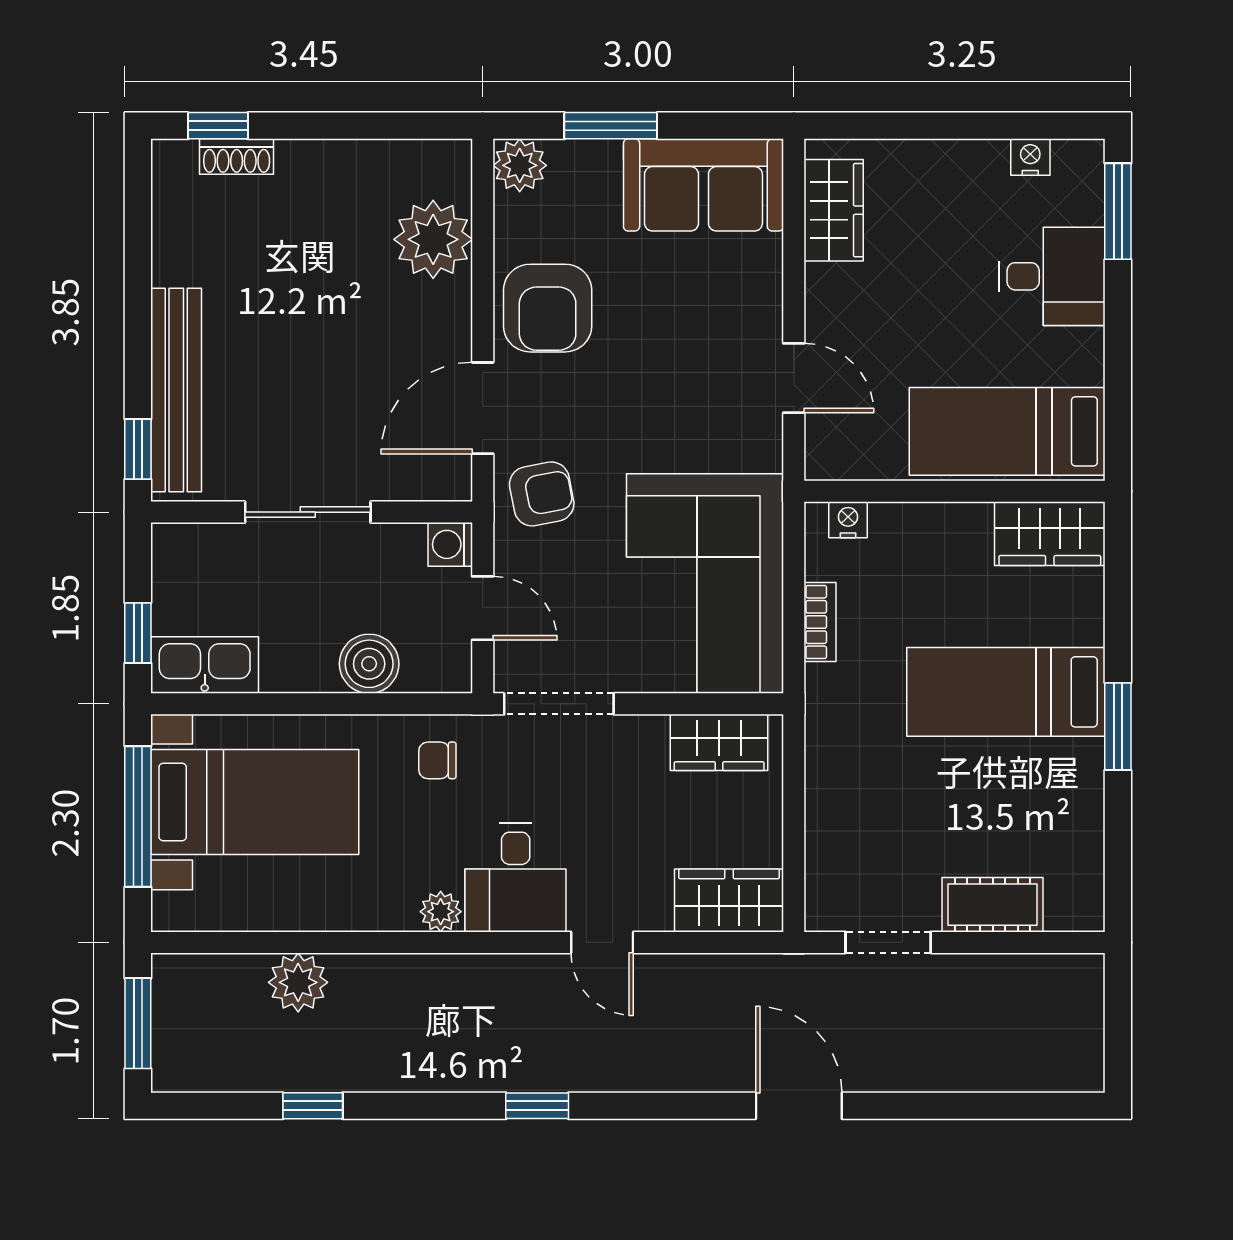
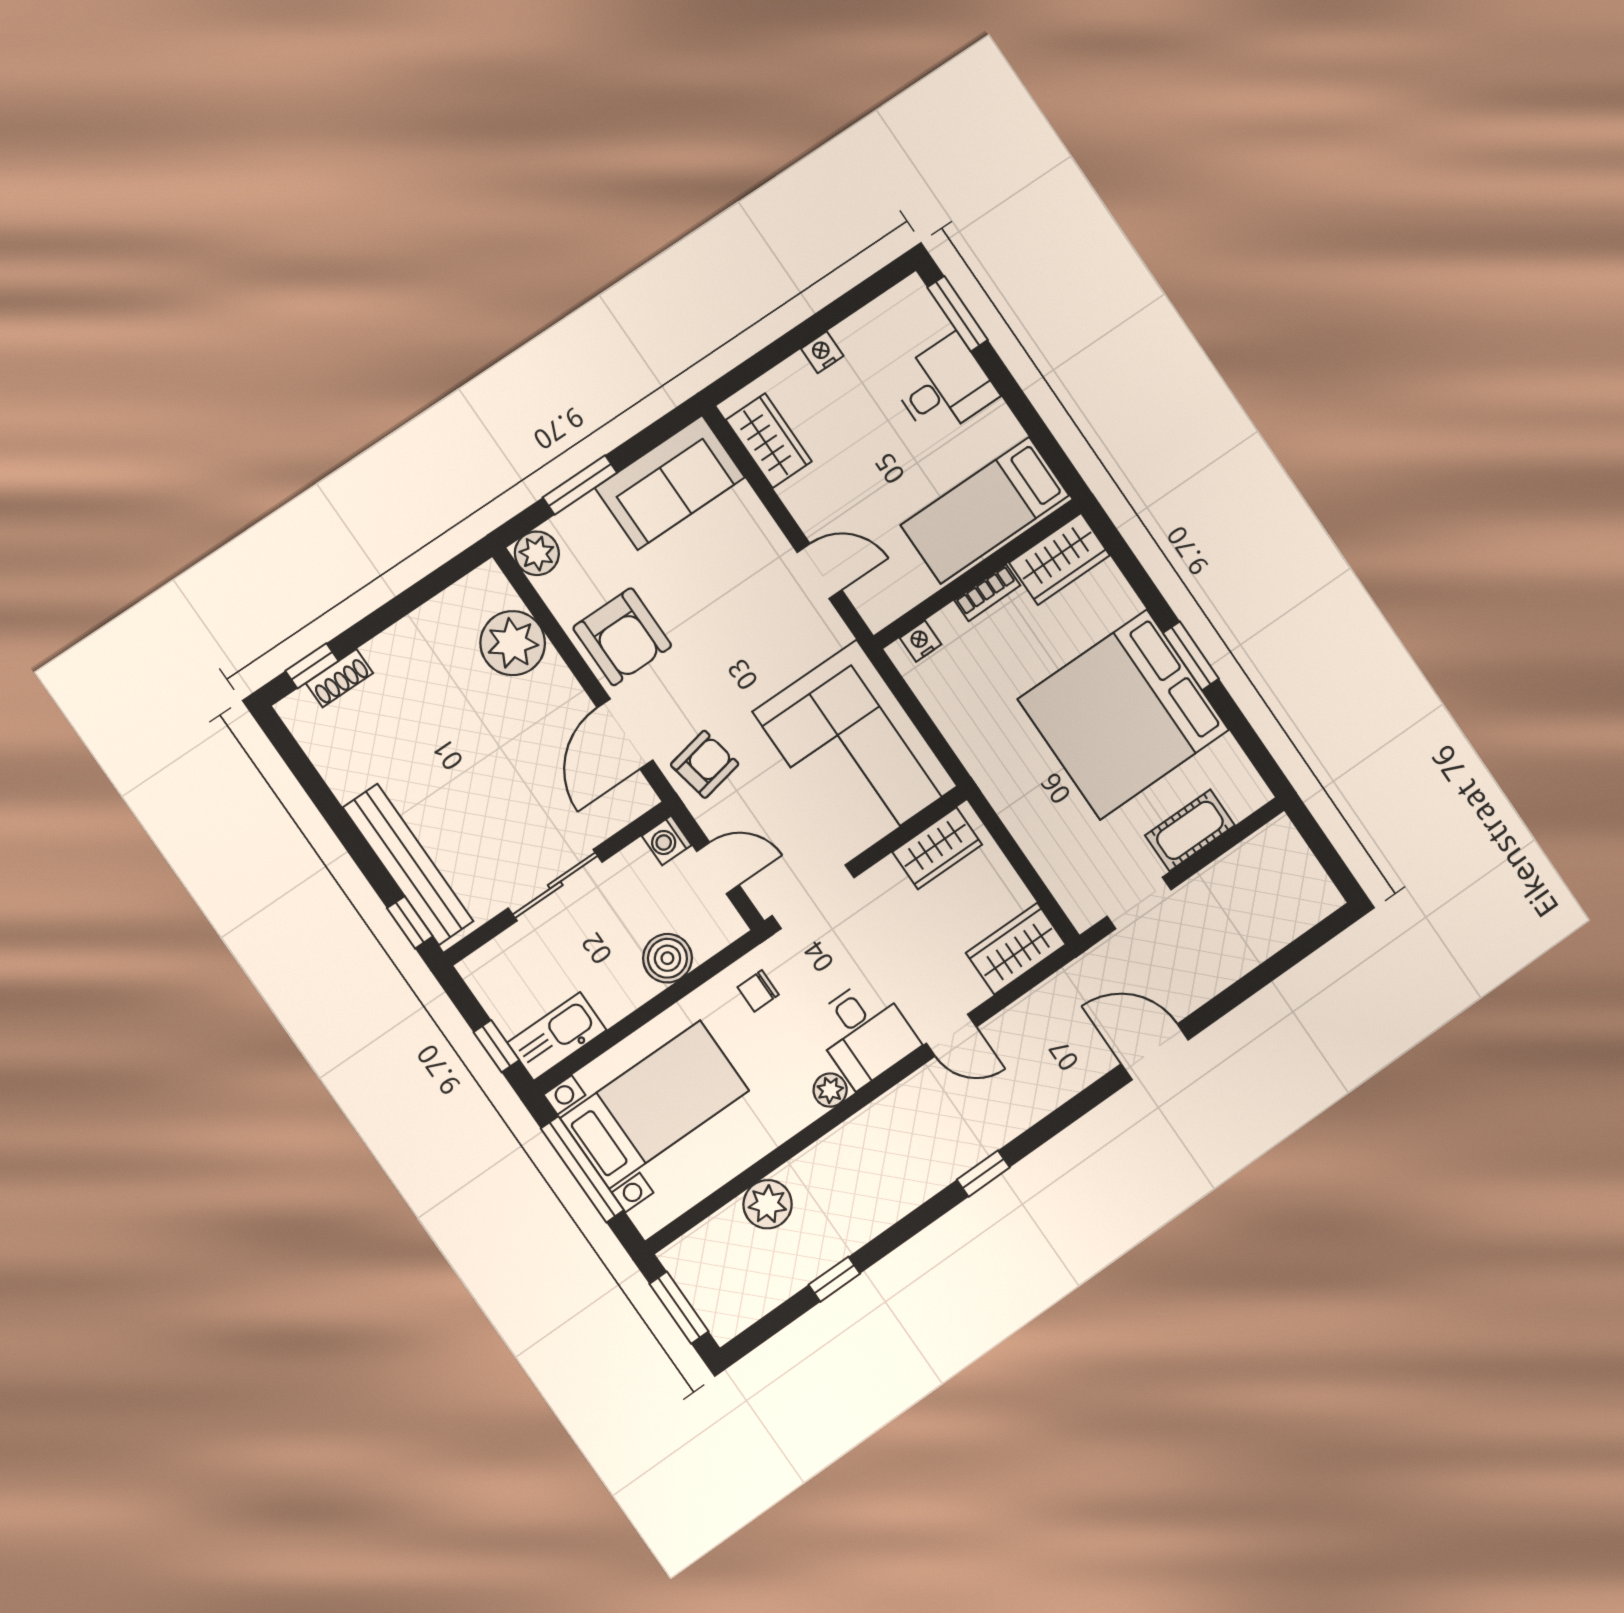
nightstand: (1030, 157) -> (822, 352), moved
bookcase: (820, 622) -> (987, 593), moved, turned 90
bed: (1006, 692) -> (1124, 715), width x2.04

